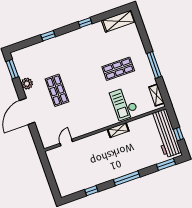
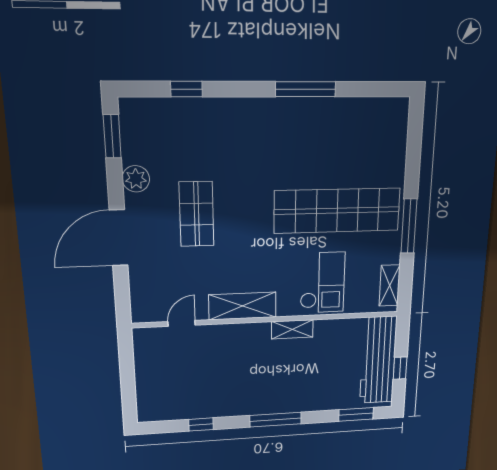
shelving: (118, 21) -> (242, 306), moved
window: (85, 23) -> (305, 89), width x2.17
window: (48, 36) -> (186, 89), moved
shop shelf: (118, 69) -> (337, 211), width x2.00, depth x1.36
checkout: (124, 104) -> (322, 283), turned 180

